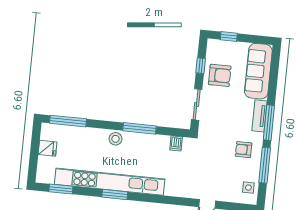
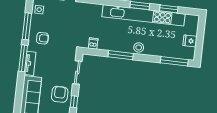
armchair: (220, 75) -> (60, 94), turned 90
window: (61, 189) -> (169, 9), moved

